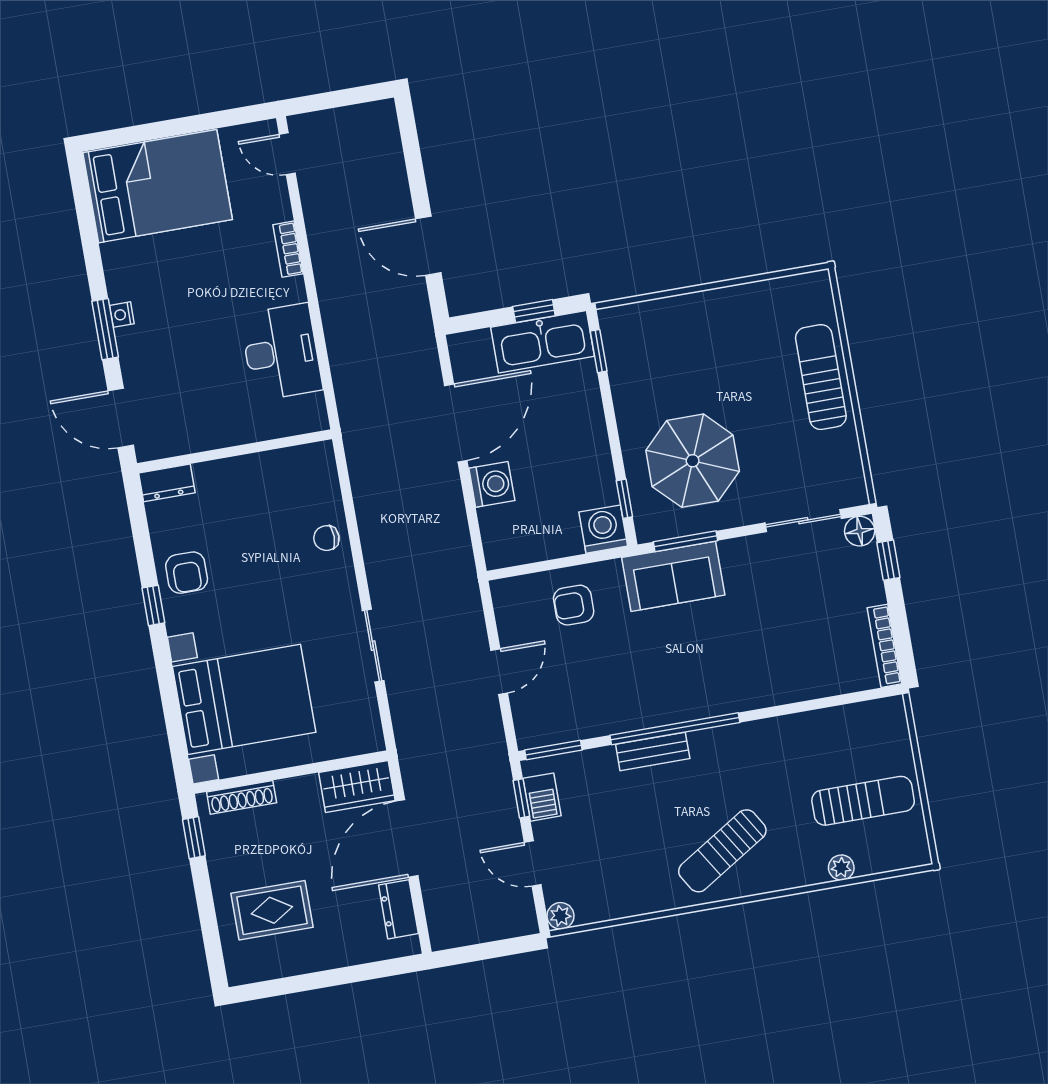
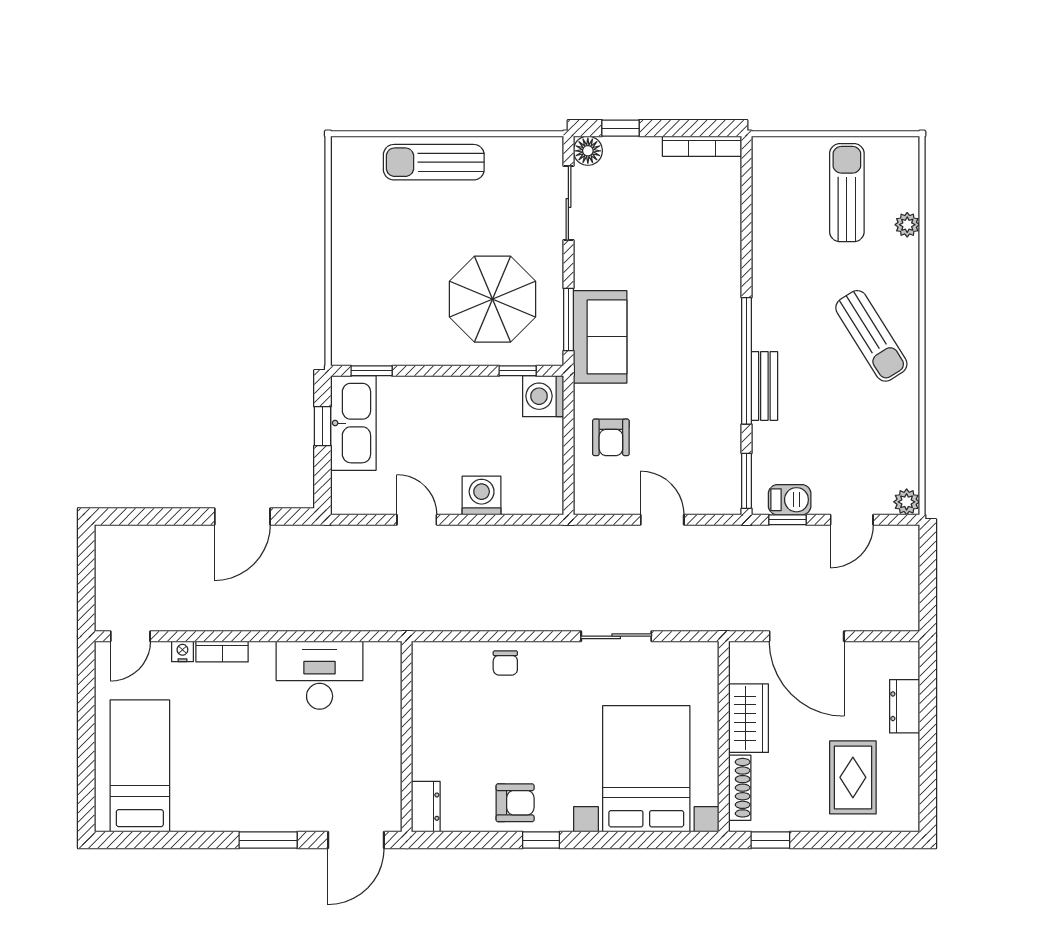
bed: (158, 186) -> (140, 766), width x0.67
nightstand: (122, 315) -> (182, 651), moved, turned 180
door: (456, 423) -> (417, 520), width x0.53
wardrobe: (357, 786) -> (749, 718), moved
dresser: (398, 909) -> (905, 706), moved, turned 90

